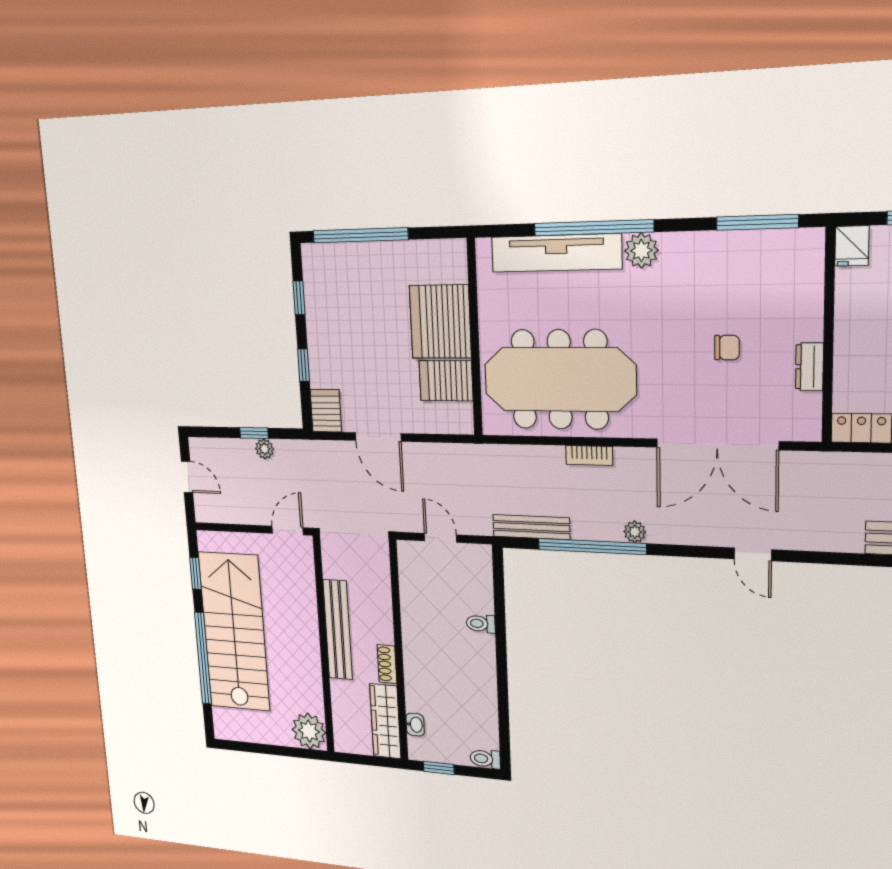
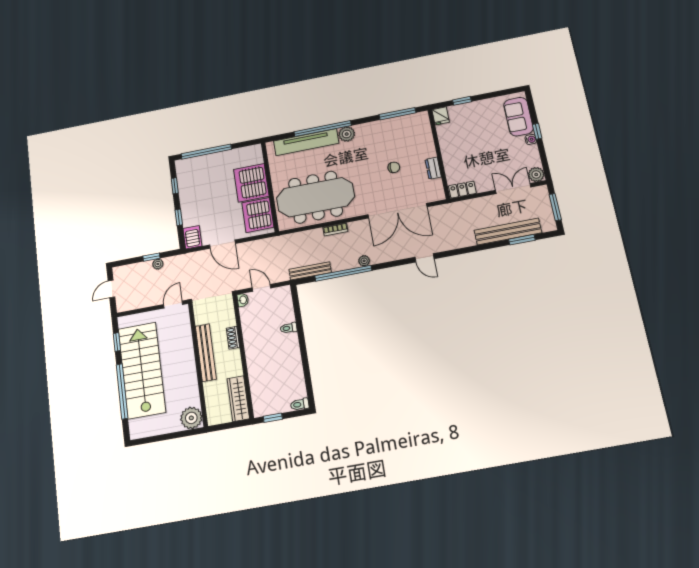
server rack: (446, 381) -> (258, 215), width x1.60
door: (187, 477) -> (111, 289), swing flipped
shoe rack: (387, 664) -> (233, 338), moved
washbasin: (415, 725) -> (243, 300), moved

